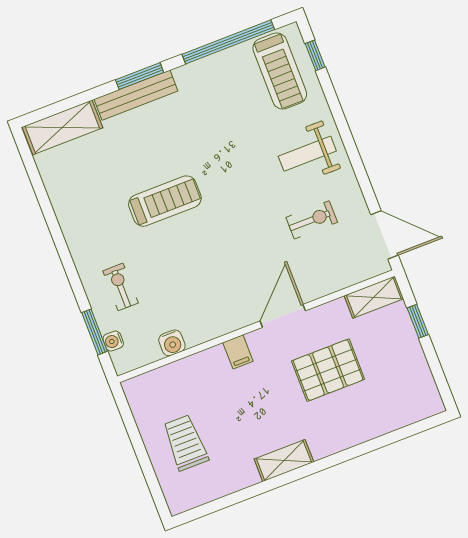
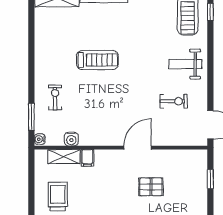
shelving: (374, 297) -> (64, 157), moved
water cooler: (113, 341) -> (40, 139), moved
filing cabinet: (238, 352) -> (87, 158), moved
pallet: (328, 370) -> (151, 187), width x0.67, depth x0.71

